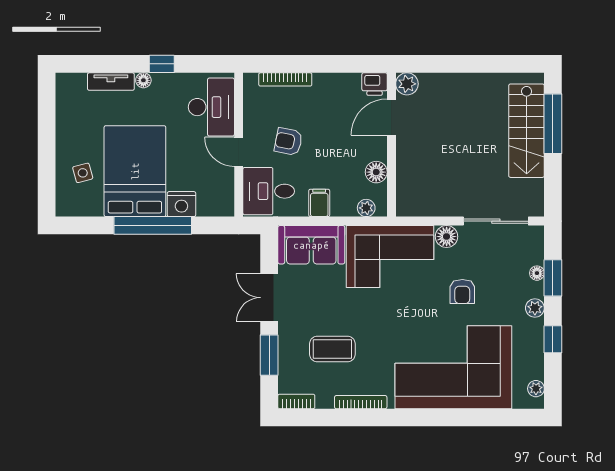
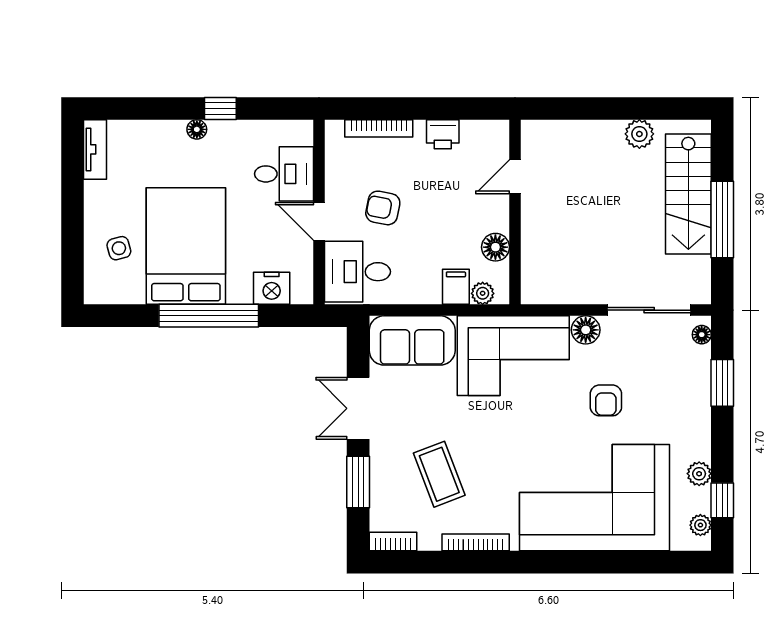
tv unit: (111, 82) -> (95, 149), moved, turned -90
printer: (375, 84) -> (443, 134), moved
plant: (407, 84) -> (639, 134), moved
desk: (211, 107) -> (284, 174), width x0.73
door: (391, 117) -> (515, 177), width x0.73
window: (553, 124) -> (722, 220), moved
filing cabinet: (319, 203) -> (456, 287), moved
nightstand: (181, 204) -> (272, 288), moved
floor lamp: (537, 273) -> (702, 335), moved
plant: (535, 308) -> (699, 474), moved
window: (553, 339) -> (722, 500), moved
coffee table: (332, 349) -> (439, 474), turned 69

